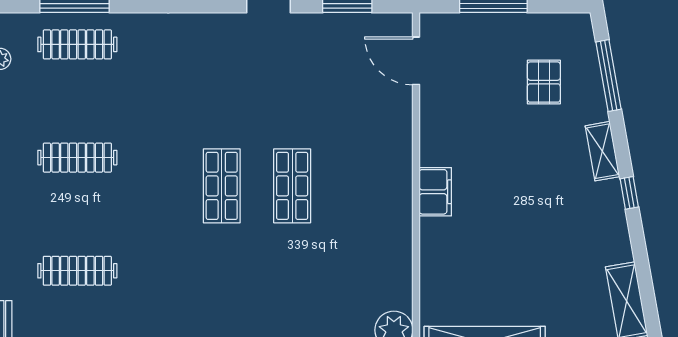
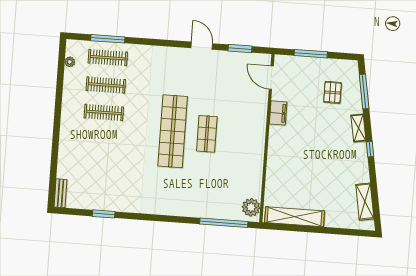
shop shelf: (222, 186) -> (173, 131), width x2.00, depth x1.36
filing cabinet: (435, 192) -> (278, 113), moved
clothes rail: (77, 271) -> (106, 85), moved

